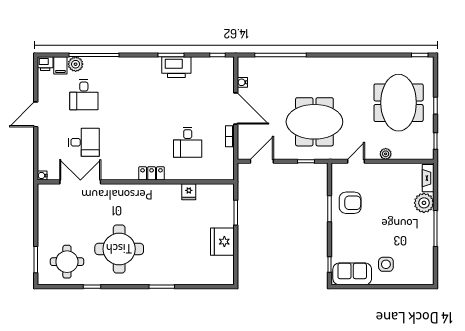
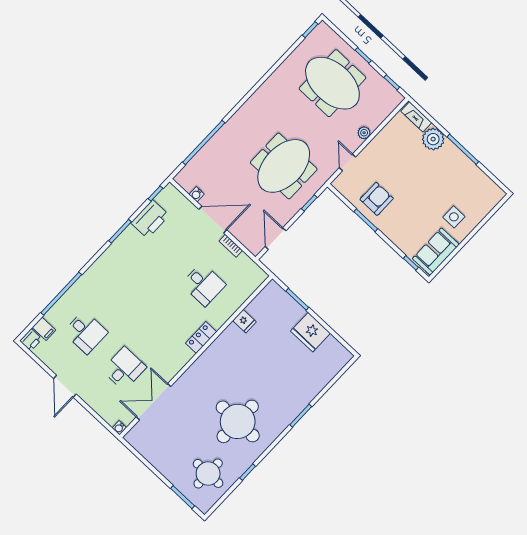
plant: (76, 64) -> (54, 316), removed
printer: (176, 67) -> (150, 219), moved

